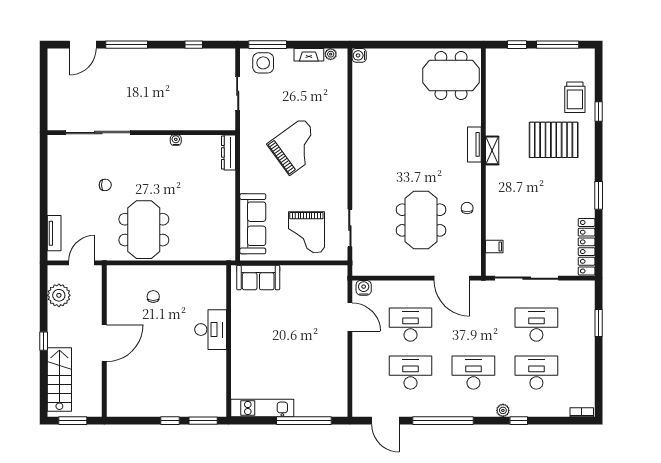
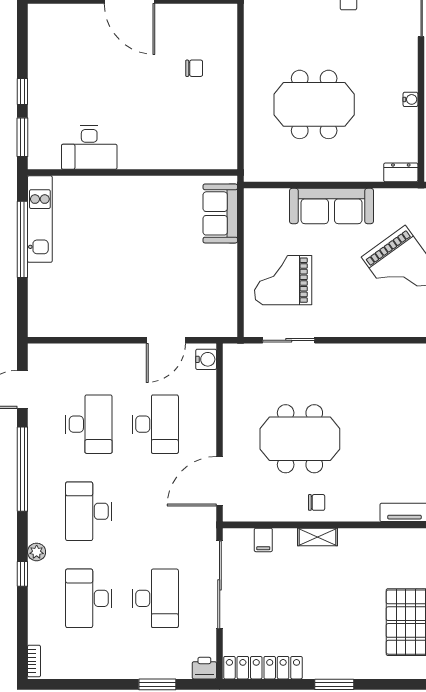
shelving: (492, 150) -> (318, 537), moved
dresser: (228, 152) -> (401, 172), width x0.70
sofa: (253, 224) -> (331, 206), moved
meeting table: (144, 230) -> (314, 104), moved
printer: (587, 289) -> (204, 668), added
desk: (211, 330) -> (89, 148), moved
desk: (473, 373) -> (89, 511), turned 180
desk: (536, 373) -> (89, 598), turned 180
window: (304, 421) -> (22, 239), moved

